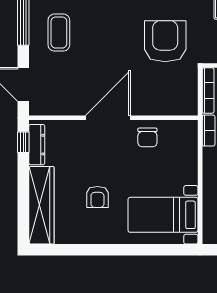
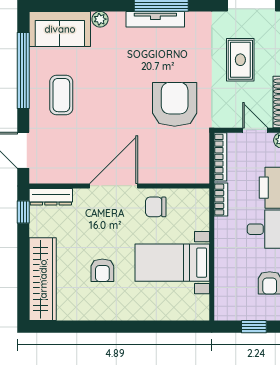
chair: (147, 137) -> (156, 207), turned 90
dresser: (37, 145) -> (51, 197), moved, turned 90
bed with nightstands: (163, 215) -> (172, 263), moved

